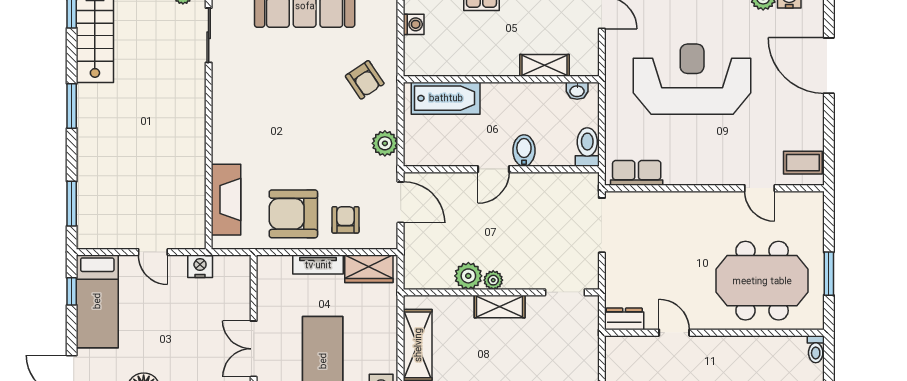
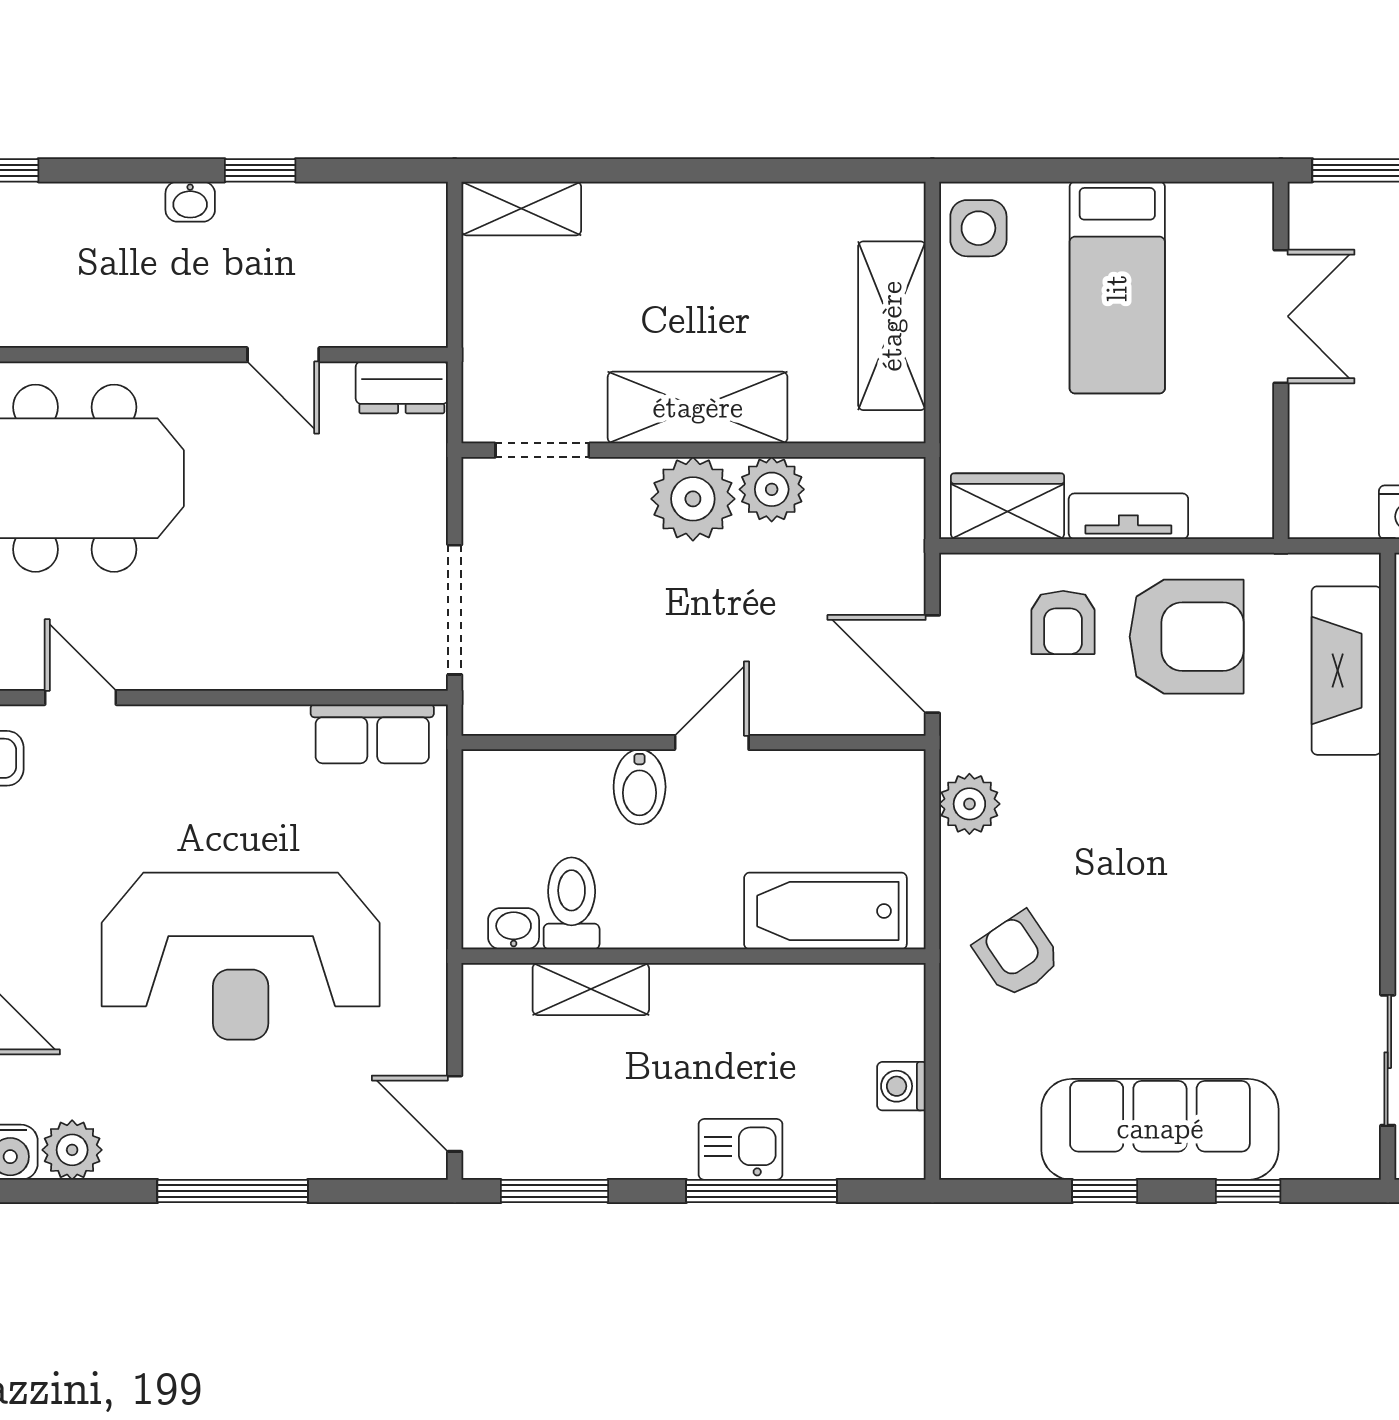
toilet: (587, 147) -> (572, 903), moved, turned 180
plant: (493, 280) -> (693, 499), width x1.88, depth x1.88
shelving: (500, 307) -> (698, 408), width x1.50, depth x1.33

